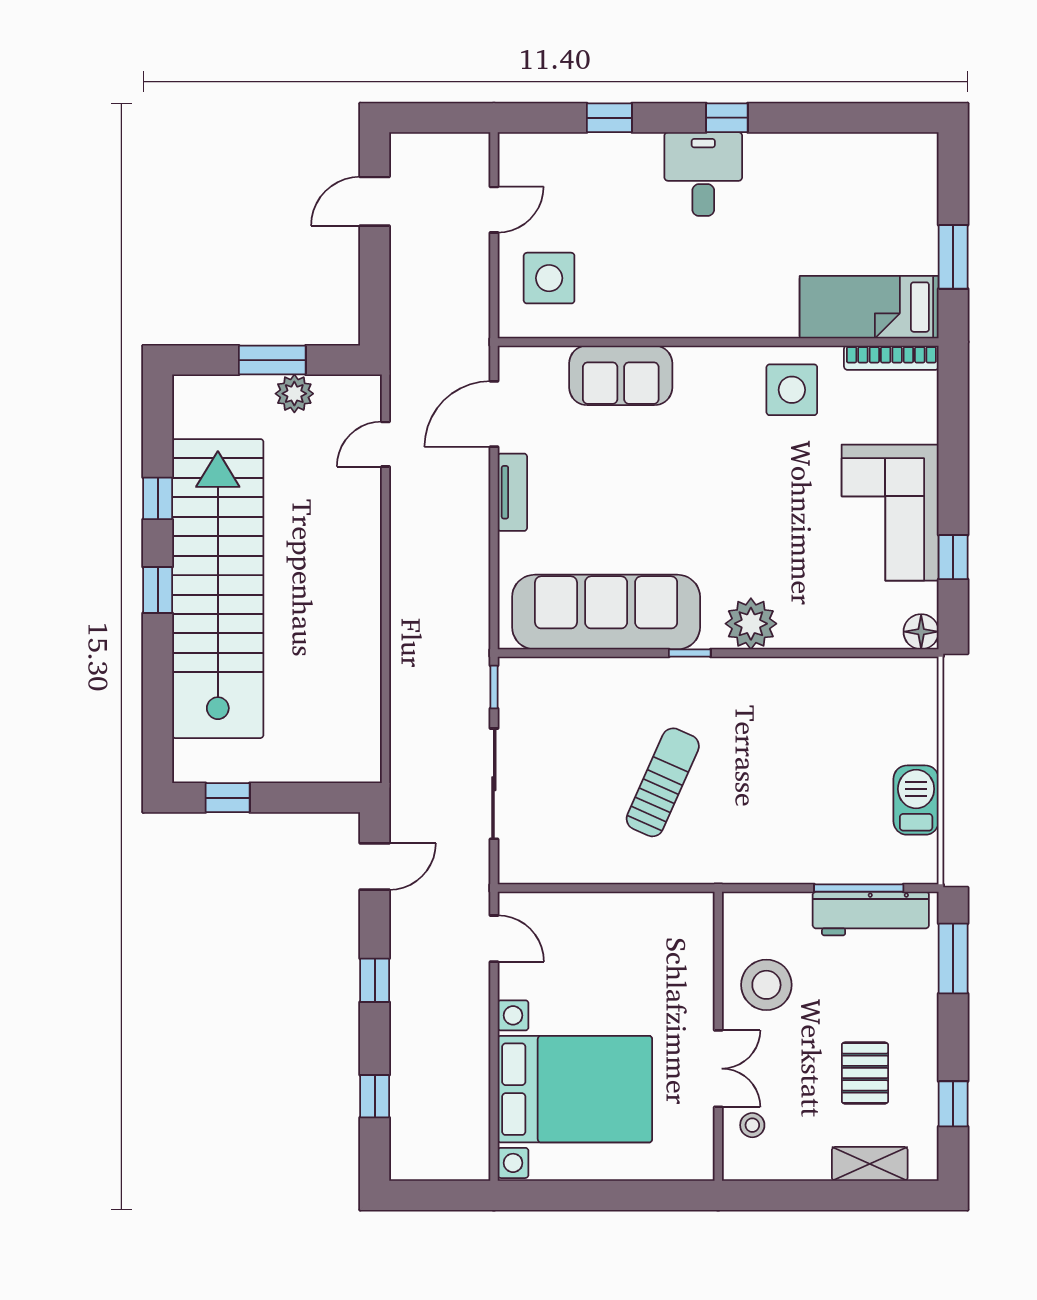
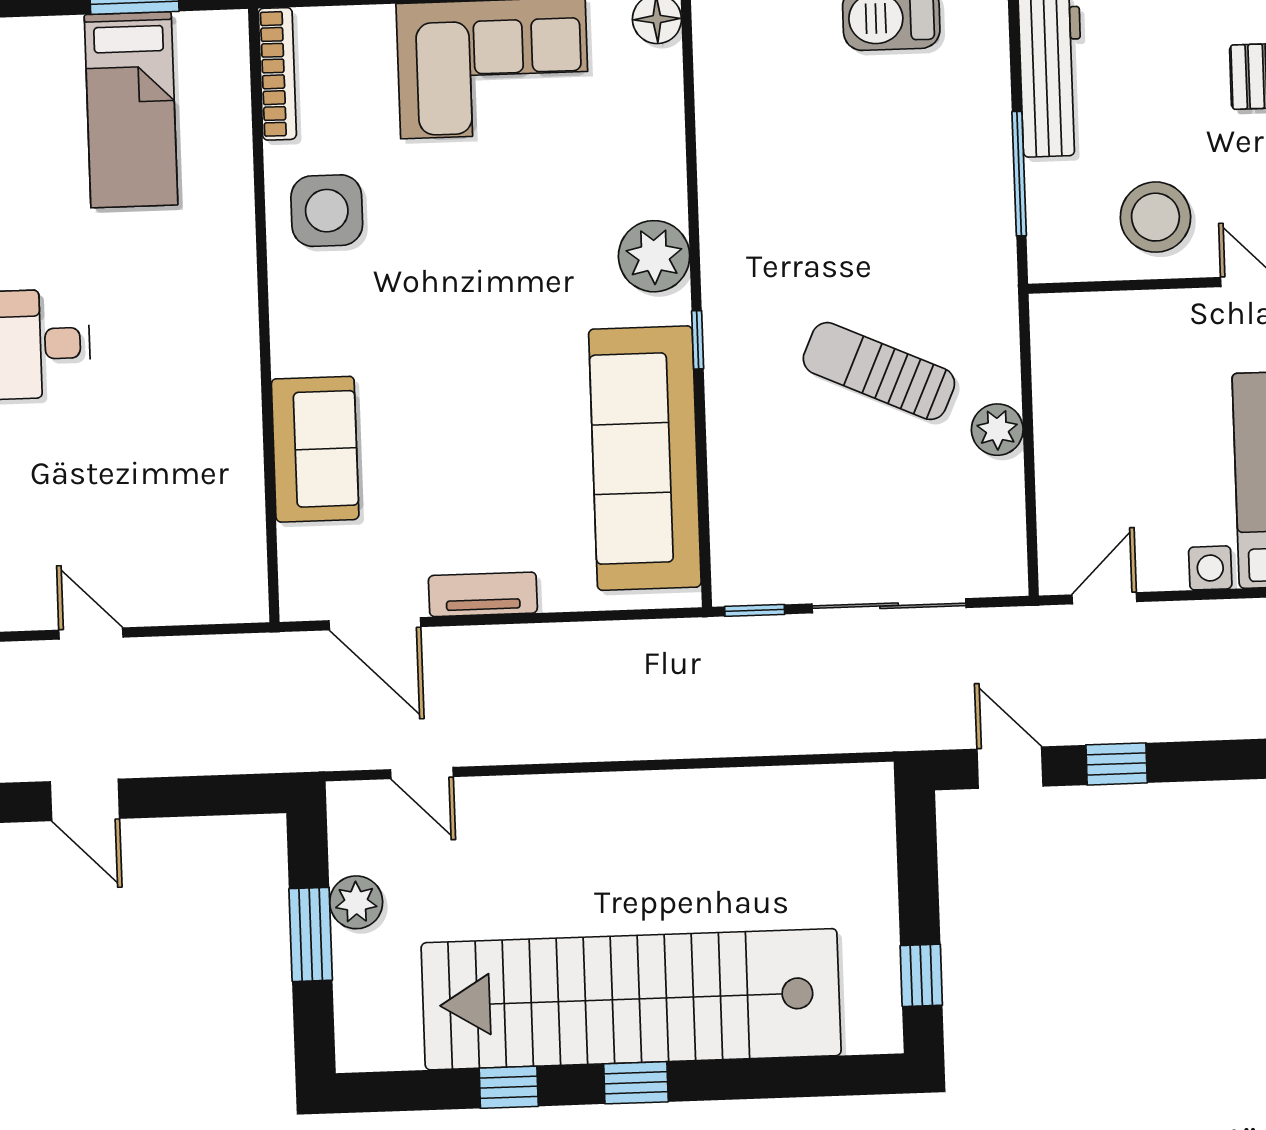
side table: (549, 278) -> (183, 554), removed
bed: (869, 307) -> (131, 110), moved
plant: (618, 866) -> (997, 430), added
window: (859, 888) -> (1019, 174), moved
window: (375, 980) -> (1117, 764), moved

